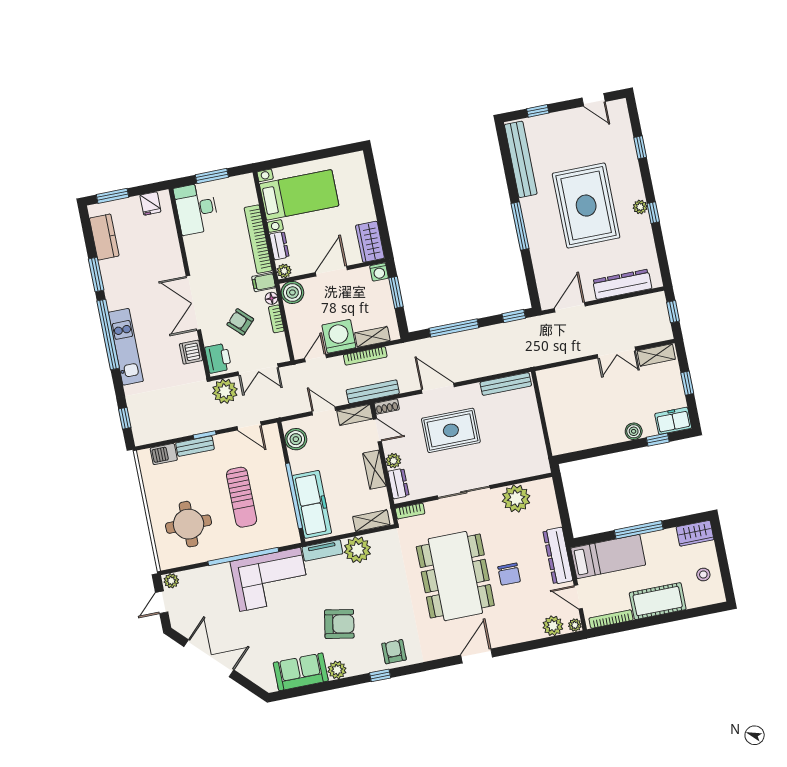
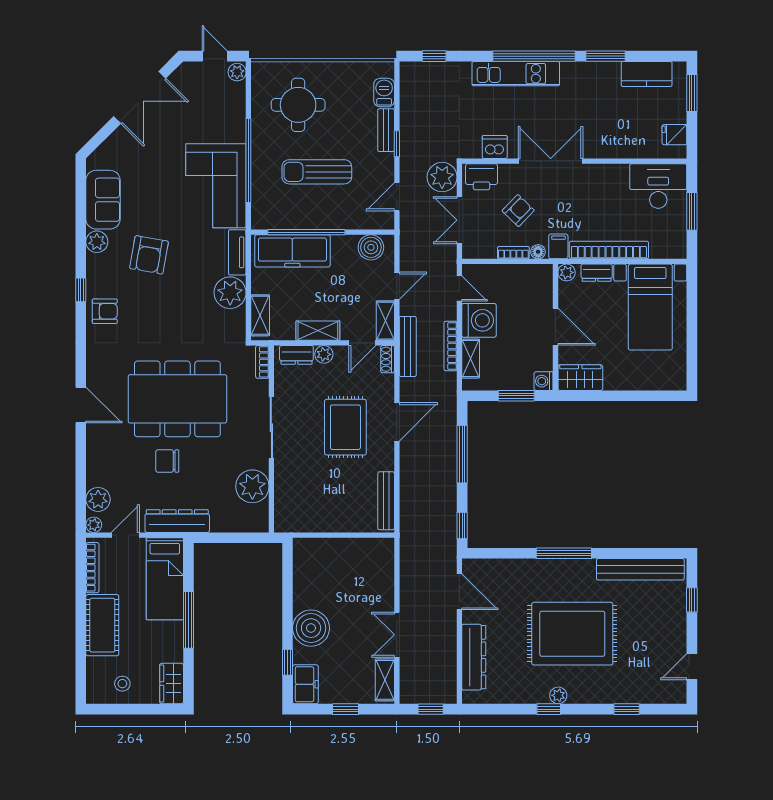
boiler: (292, 292) -> (540, 277), removed
boiler: (634, 431) -> (311, 628), width x1.86, depth x1.86

